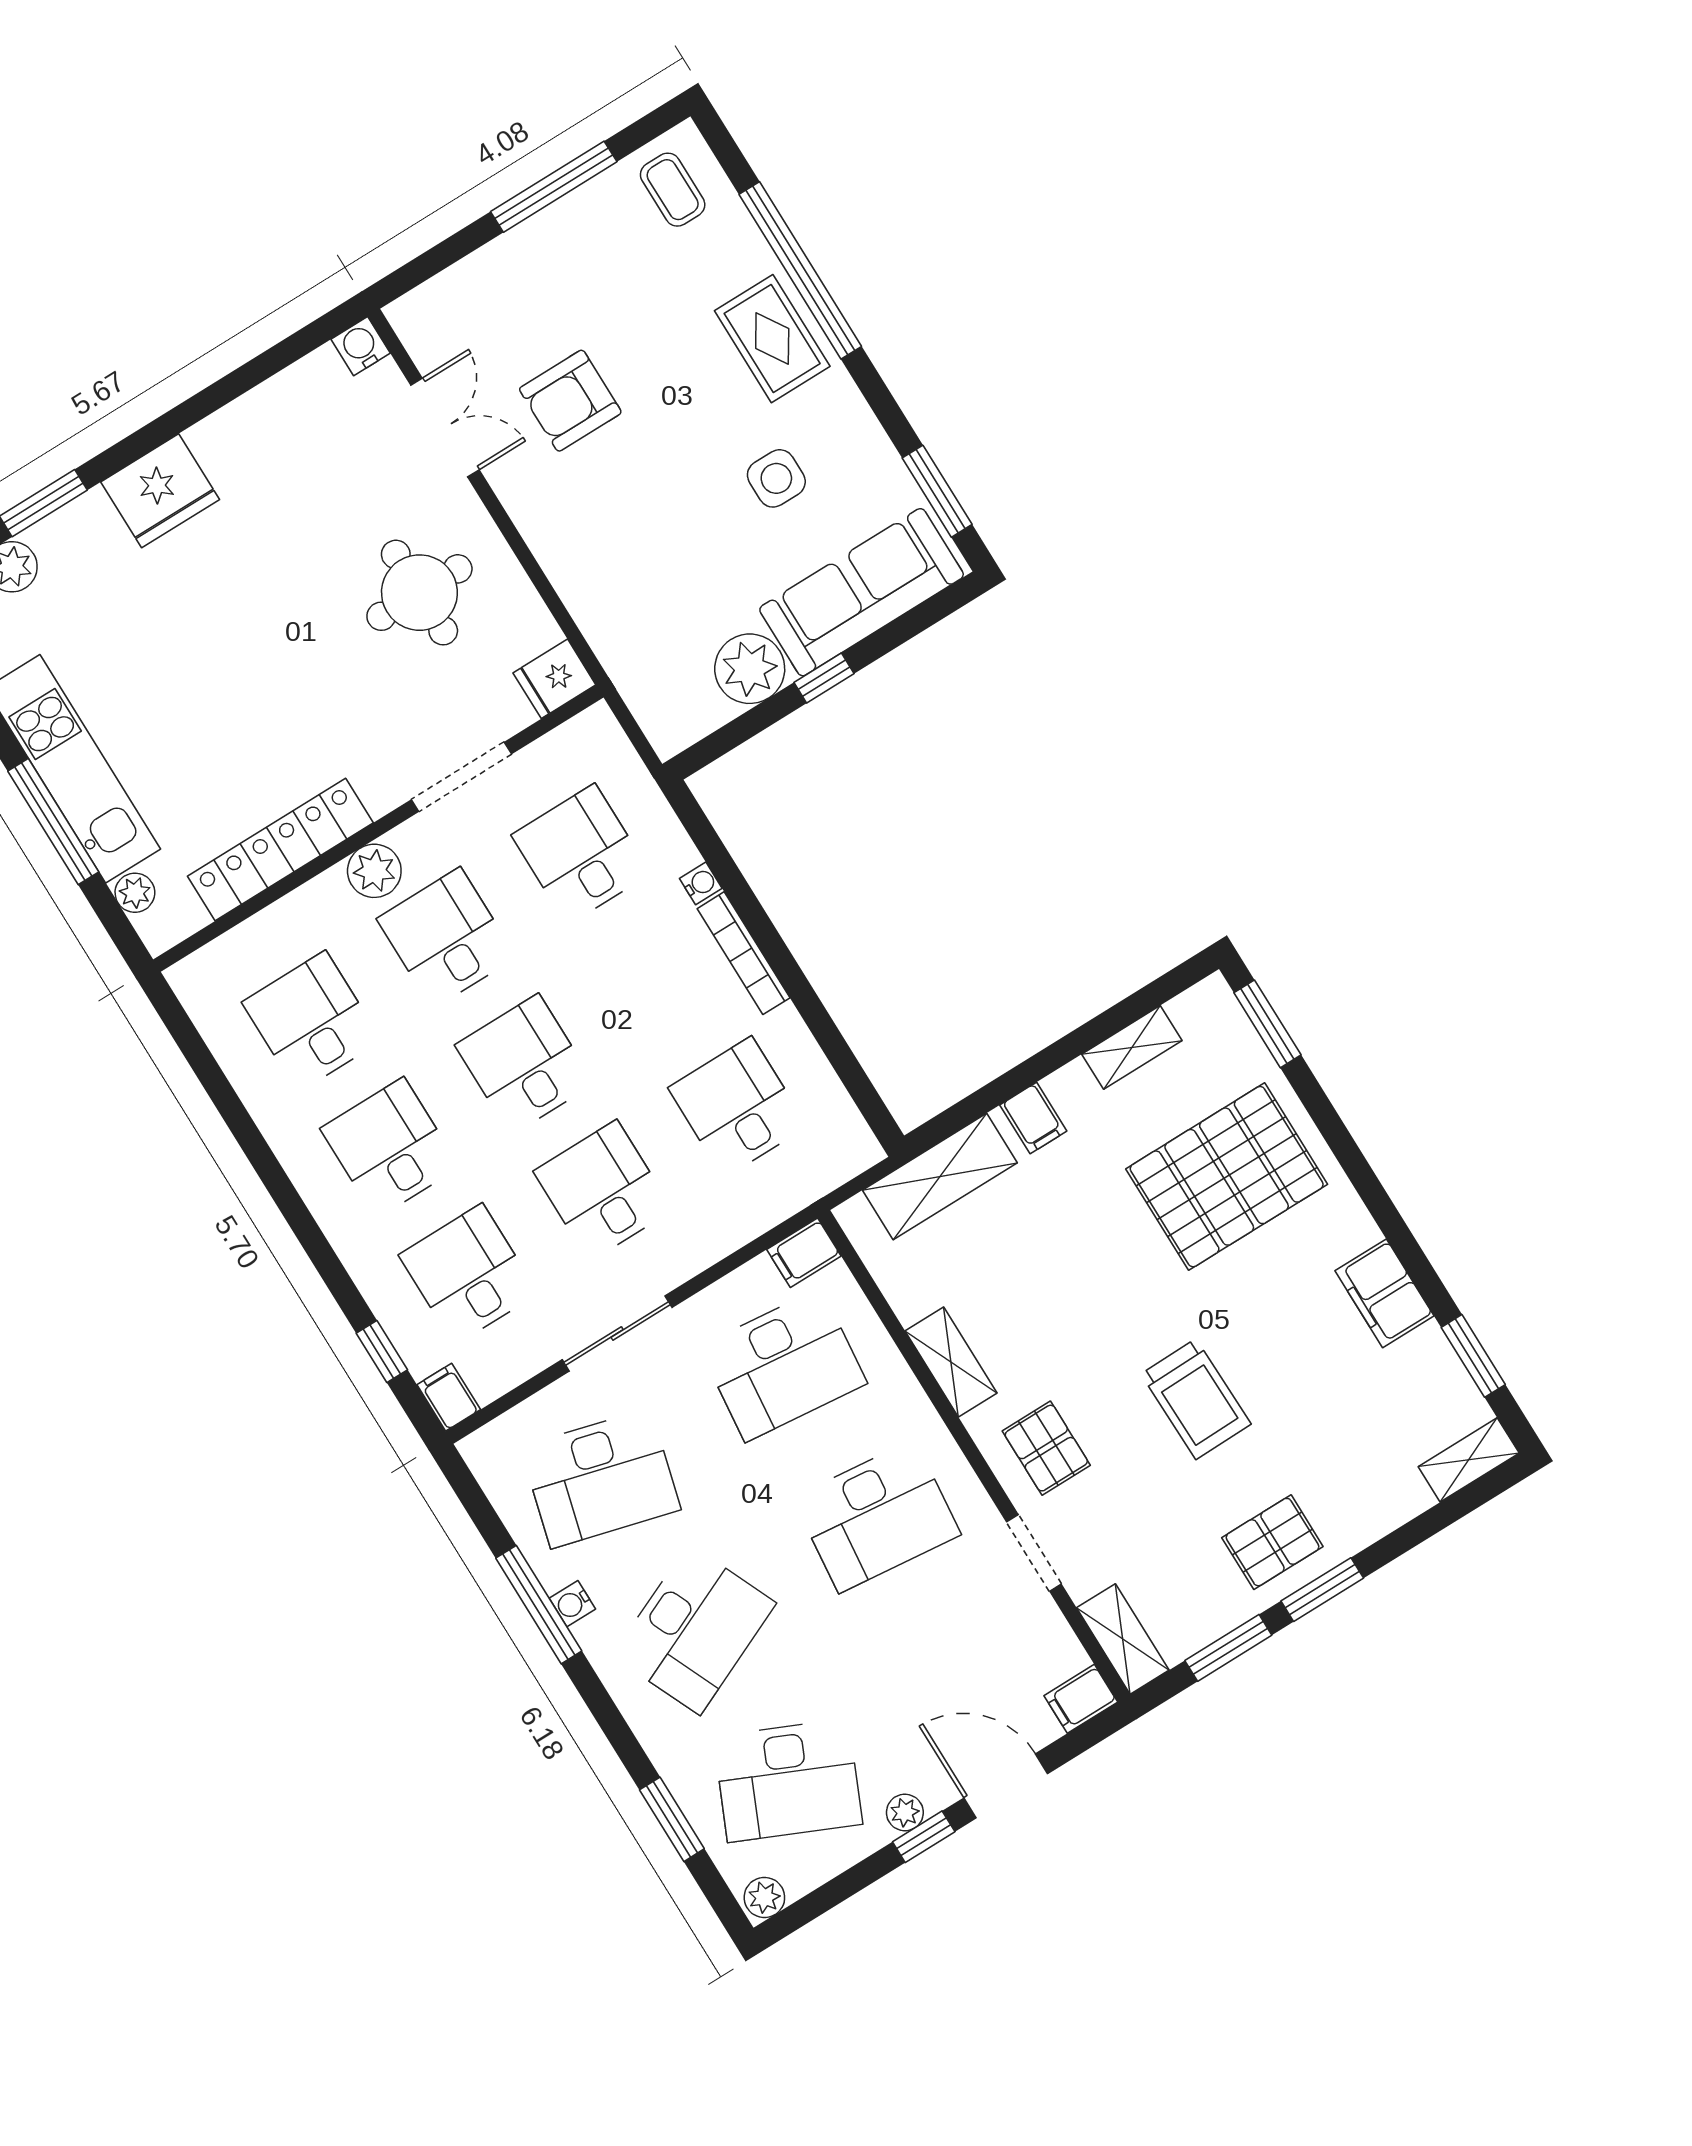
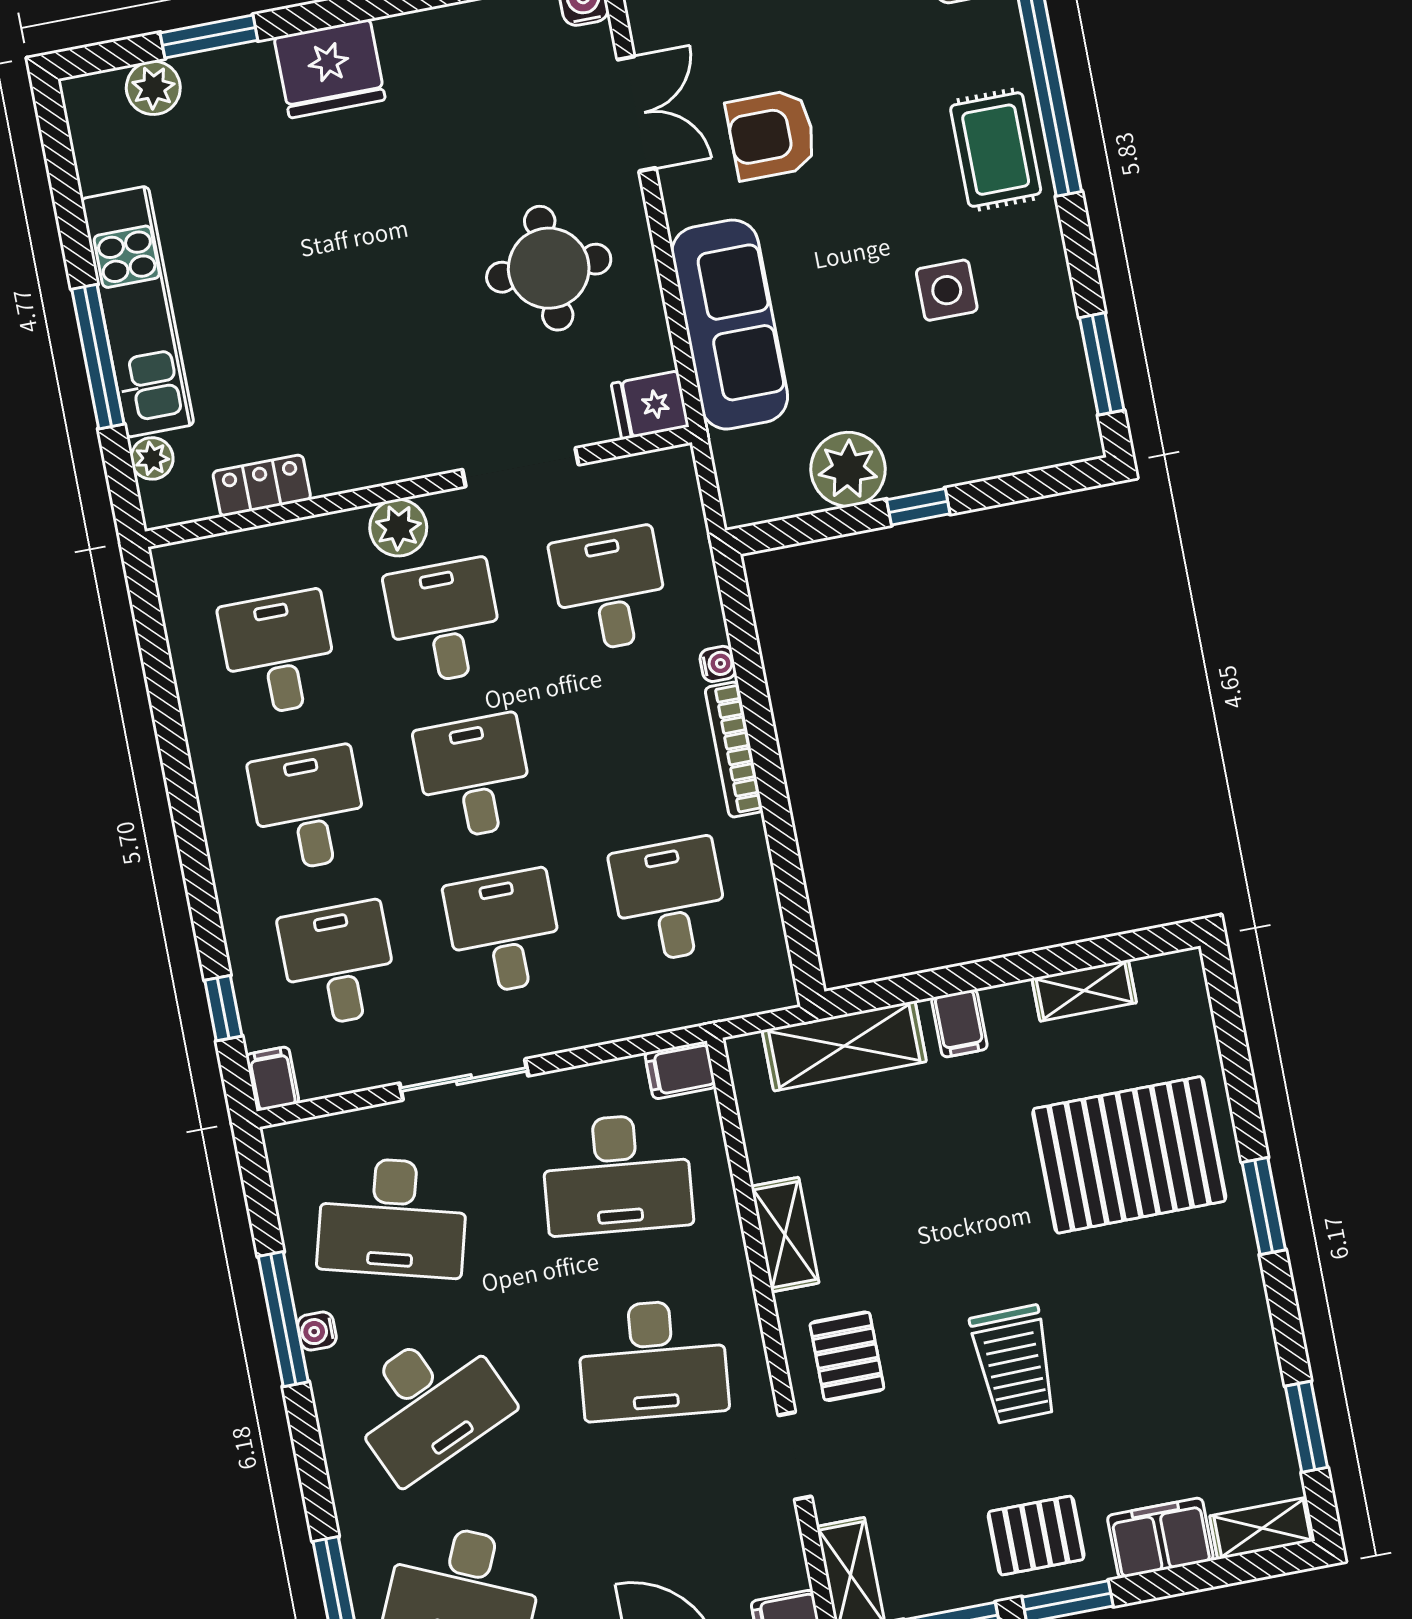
sofa: (862, 592) -> (730, 325), moved, turned 90
locker: (280, 850) -> (262, 486), width x0.46, depth x0.83
window: (1267, 1024) -> (1264, 1206), moved
filing cabinet: (1385, 1293) -> (1160, 1538), moved, turned 90

